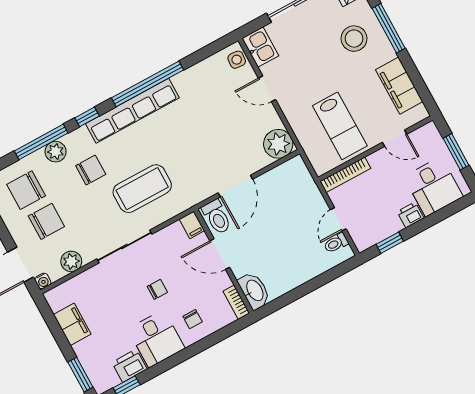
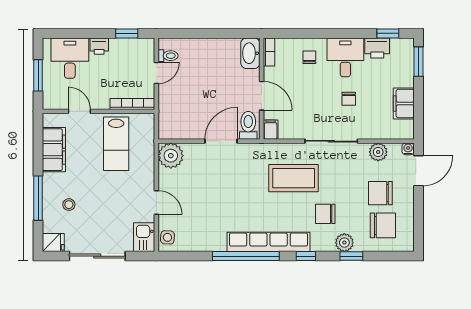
stool: (354, 39) -> (69, 205), width x0.53, depth x0.53
lab bench: (340, 126) -> (116, 144), turned 180
window: (41, 142) -> (351, 256), width x0.46
chair: (157, 289) -> (349, 99), moved, turned -90

